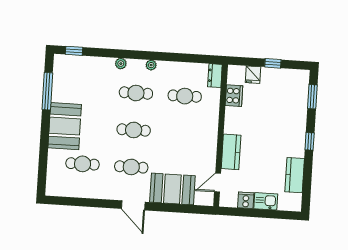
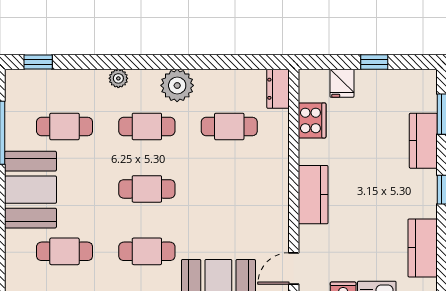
plant: (151, 65) -> (177, 85), width x1.87, depth x1.87
cafe table: (87, 90) -> (65, 126), added
kitchen counter: (299, 112) -> (423, 141), added
kitchen counter: (231, 152) -> (313, 195), moved

